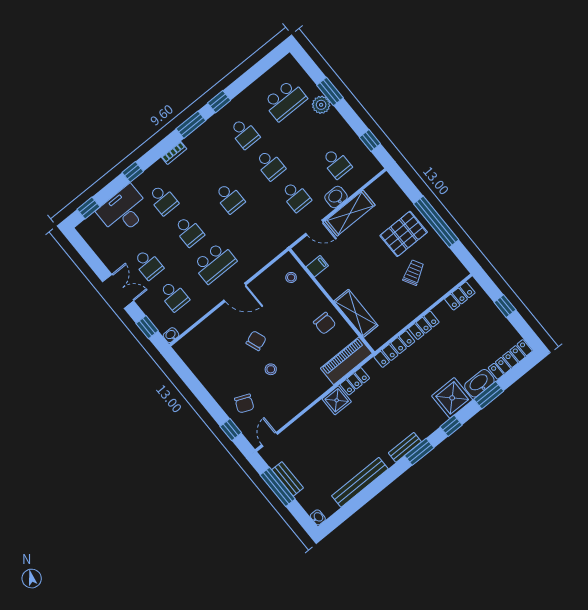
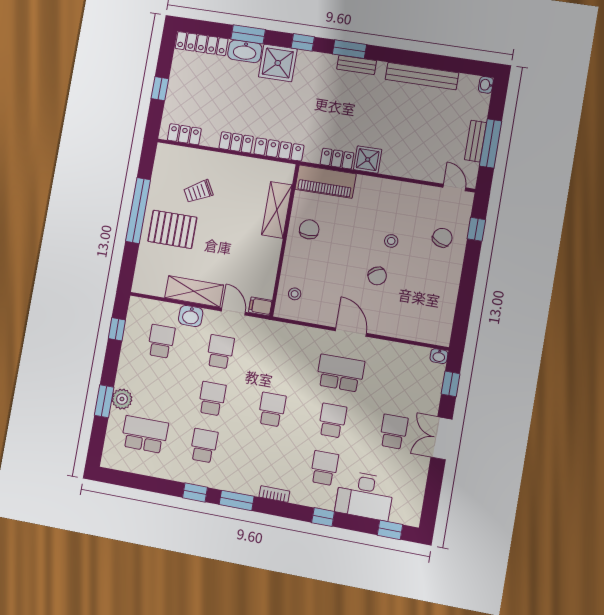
filing cabinet: (317, 266) -> (260, 306), moved
school desk: (174, 296) -> (402, 384), removed
chair: (256, 341) -> (377, 276), turned -100
door: (270, 439) -> (454, 188), swing flipped

